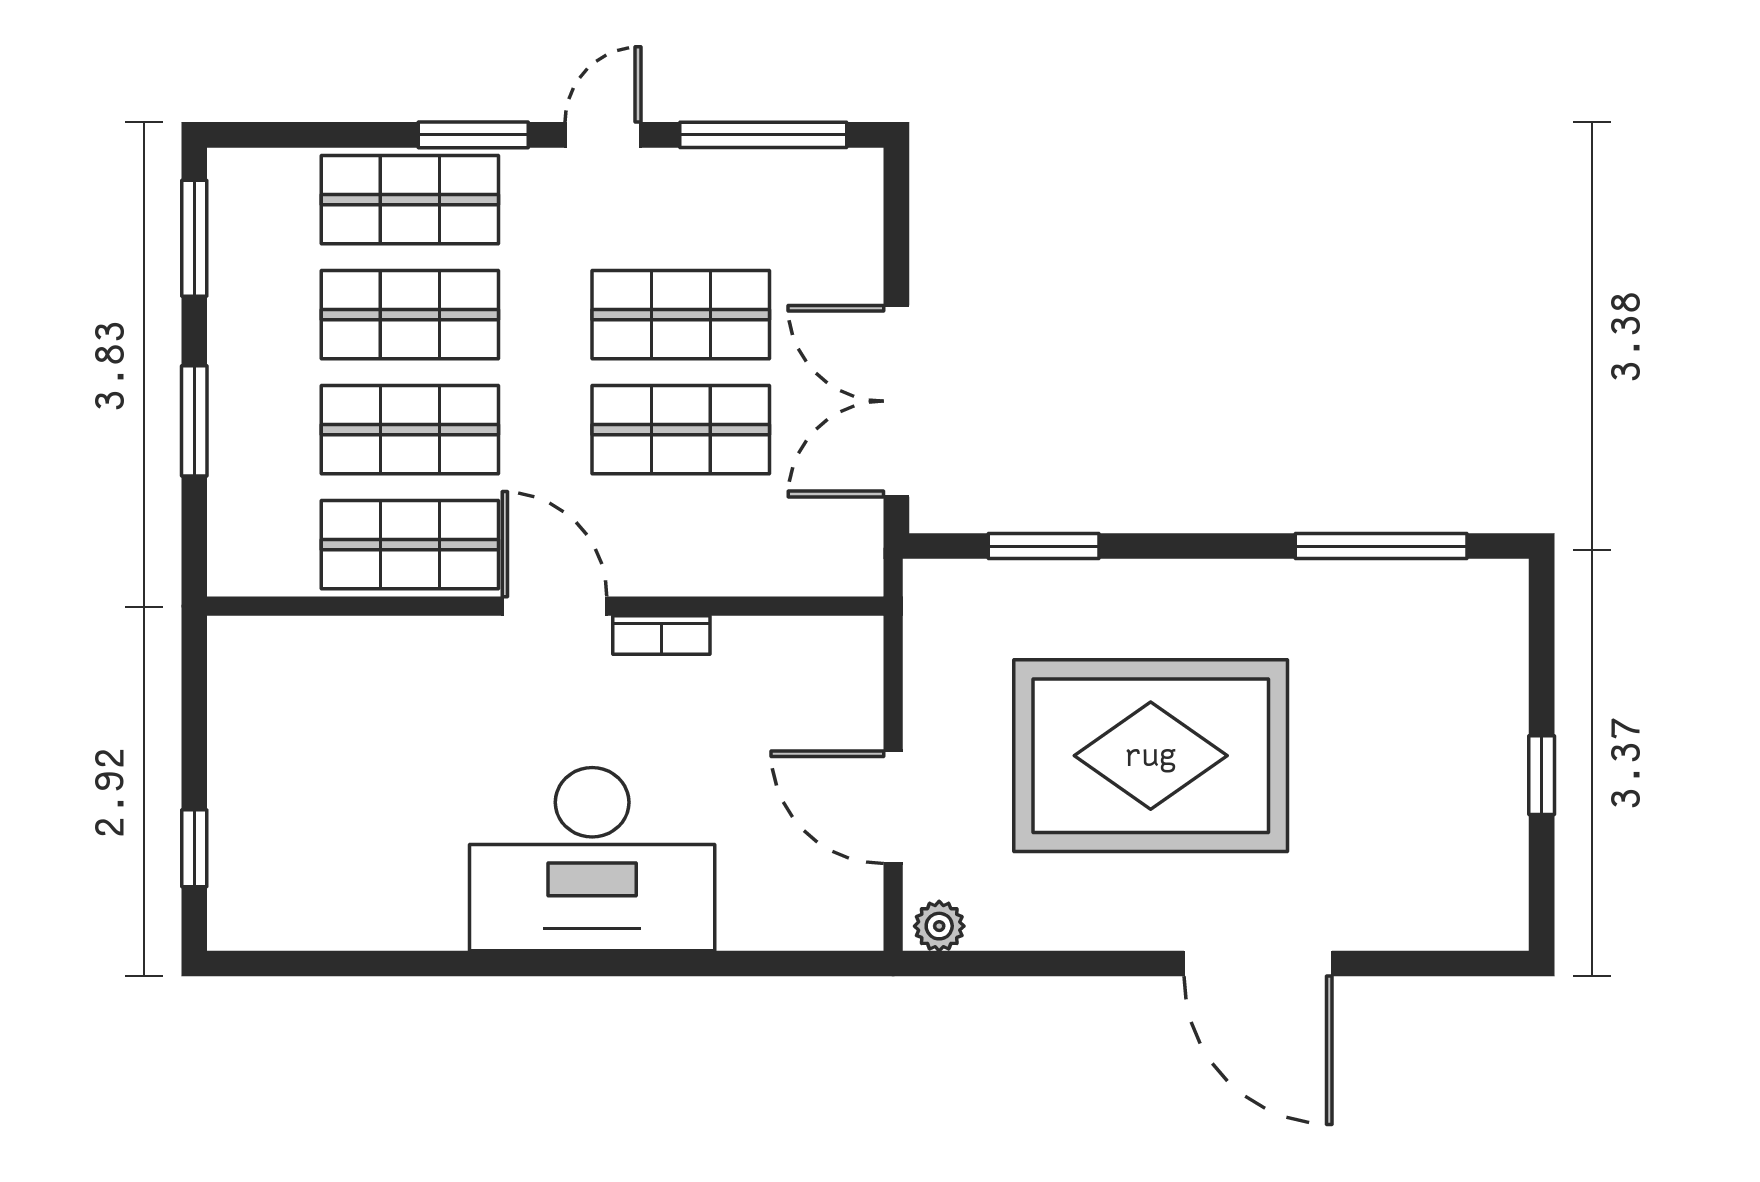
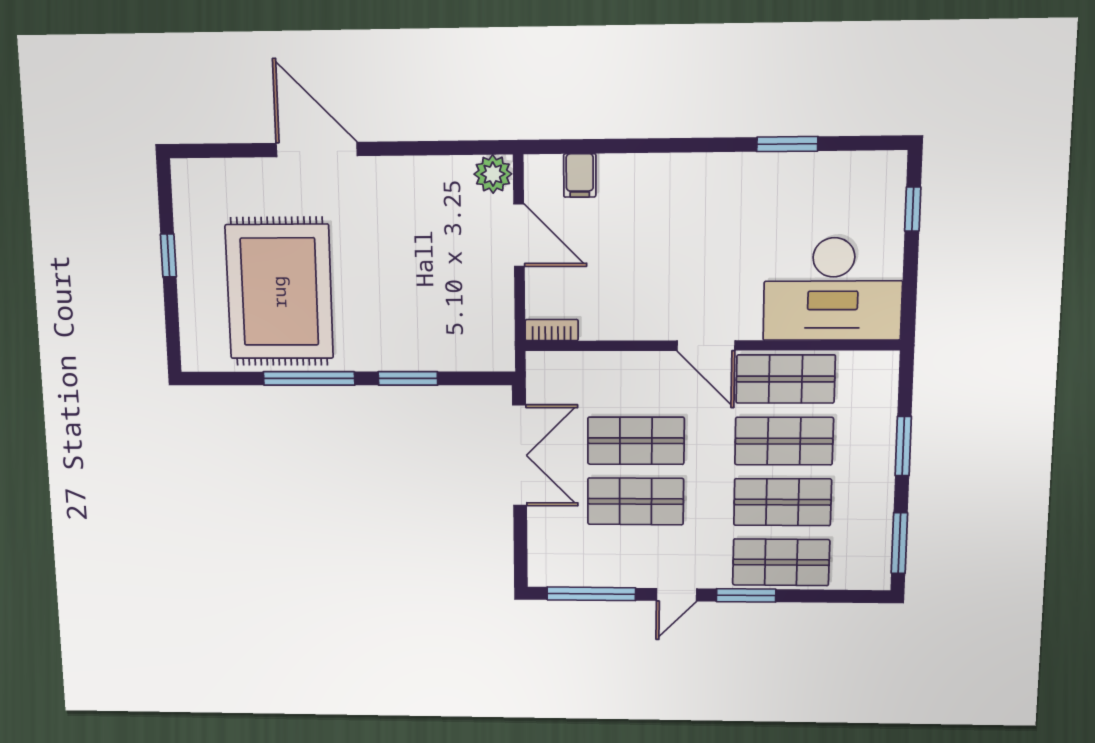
window: (1044, 546) -> (408, 378), moved
window: (1381, 546) -> (309, 378), moved
bookcase: (661, 635) -> (552, 330), moved
rug: (1151, 756) -> (279, 292), moved, turned 90
desk: (592, 859) -> (833, 289), moved, turned 180
filing cabinet: (783, 913) -> (580, 175), added
plant: (939, 926) -> (493, 174), width x1.38, depth x1.38
window: (417, 964) -> (787, 144), added

